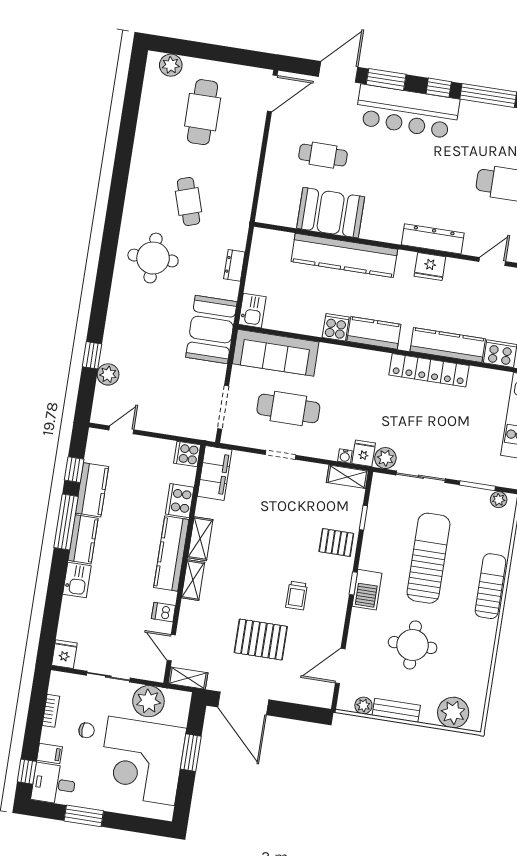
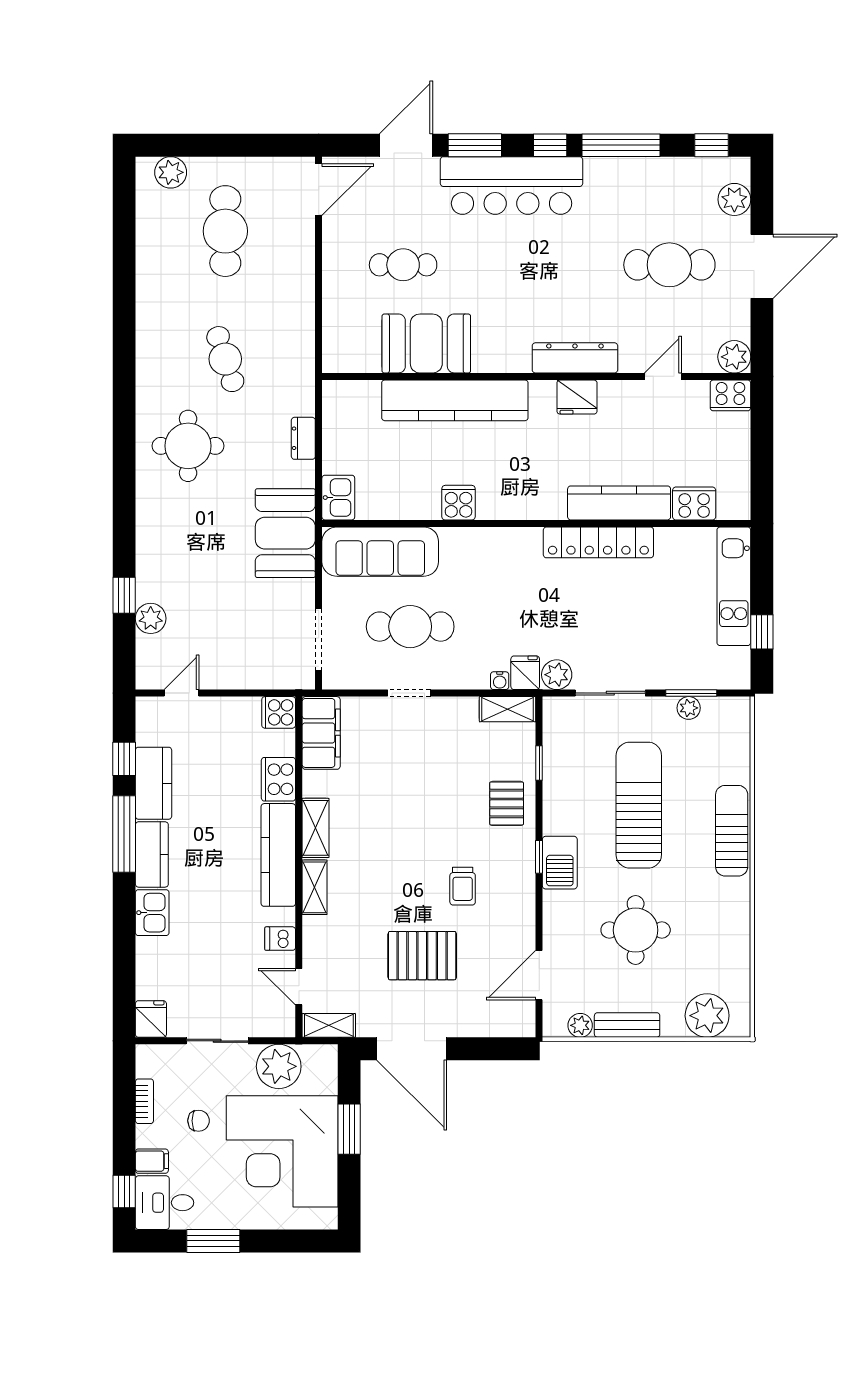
kitchen counter: (374, 333) -> (513, 502), removed
plant: (499, 500) -> (689, 708), moved
pallet: (336, 543) -> (507, 803), turned 90

